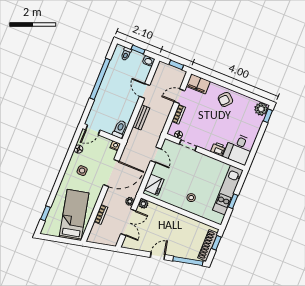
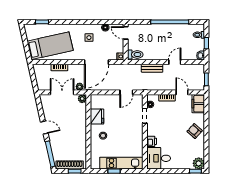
door: (111, 173) -> (97, 62), hinge flipped
fridge: (154, 185) -> (97, 117), moved, turned -90
double door: (128, 222) -> (62, 92), swing flipped

